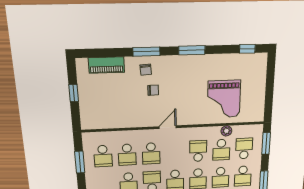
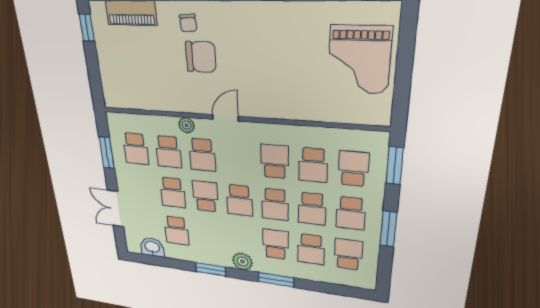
chair: (153, 90) -> (201, 57), width x1.87, depth x1.87
window: (74, 93) -> (87, 28), moved
grand piano: (224, 99) -> (359, 60), moved
plant: (226, 131) -> (187, 125), moved

